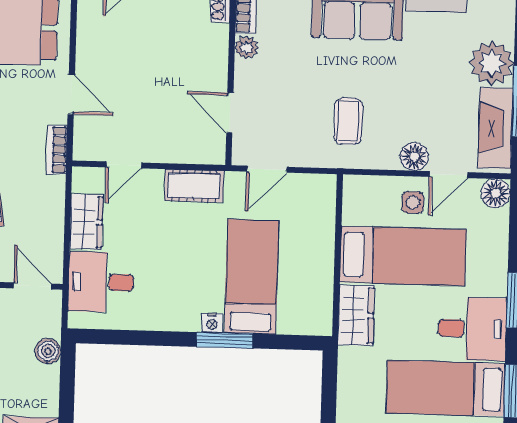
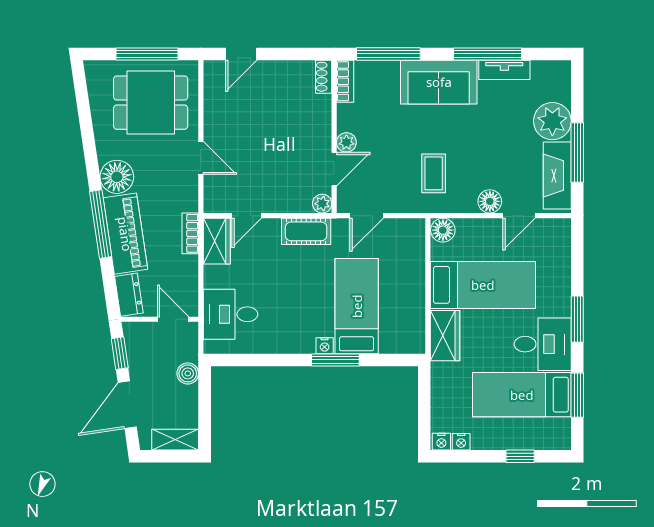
plant: (246, 47) -> (346, 142), moved
door: (230, 113) -> (334, 169), swing flipped
bookcase: (57, 150) -> (190, 233), moved
plant: (214, 153) -> (322, 204), added
floor lamp: (496, 193) -> (443, 230), moved
side table: (413, 202) -> (490, 240), removed
wardrobe: (86, 222) -> (217, 241), moved

